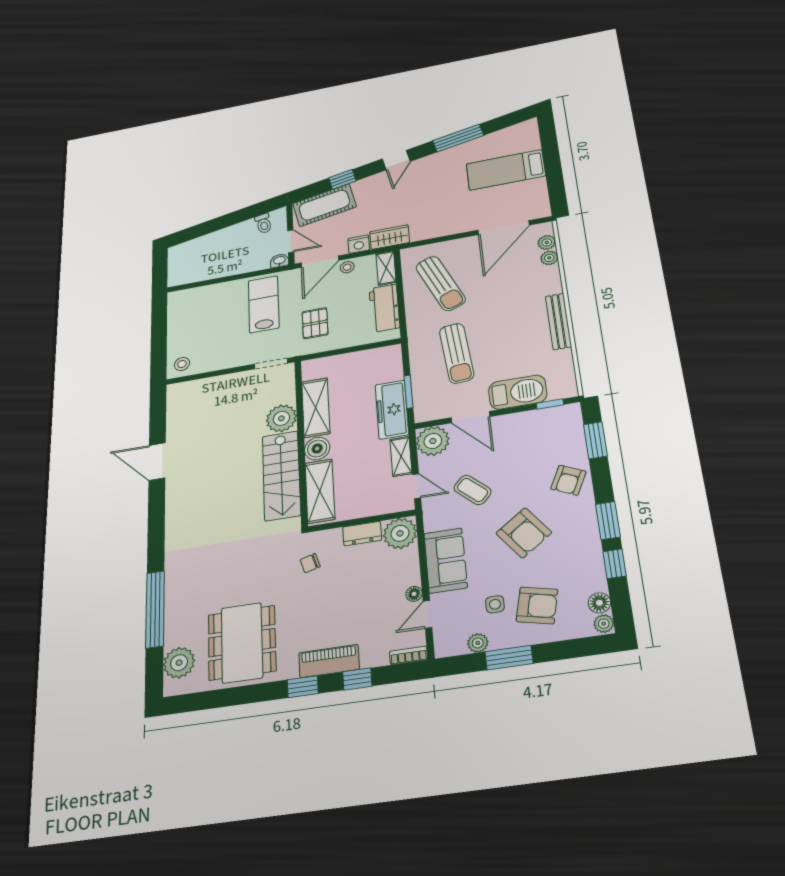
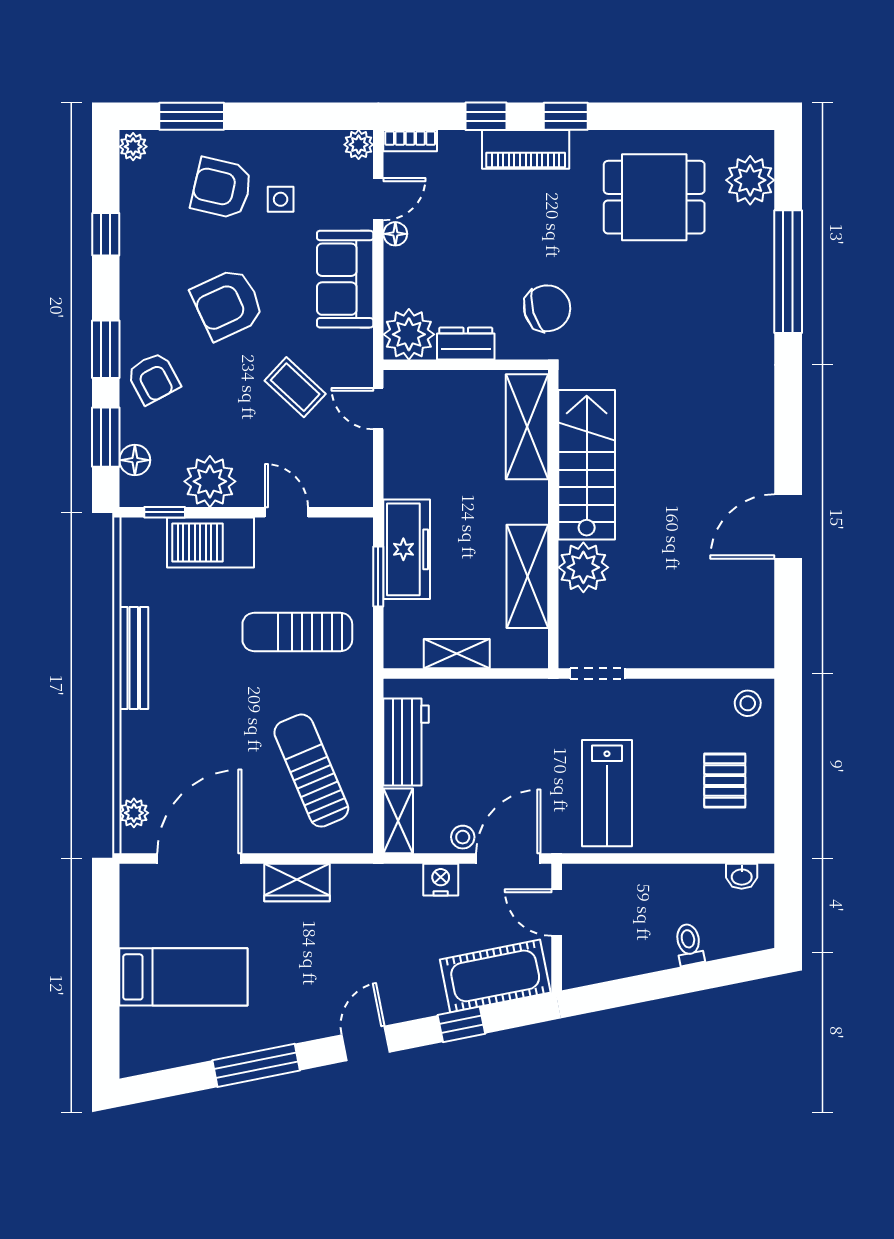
toilet: (263, 223) -> (689, 944), moved
wardrobe: (390, 237) -> (297, 883), moved
plant: (549, 258) -> (133, 782), removed
washbasin: (280, 261) -> (742, 876), moved
pallet: (315, 323) -> (725, 781), moved
sun lounger: (457, 353) -> (297, 632), turned -85
door: (470, 417) -> (287, 512), width x0.73
plant: (433, 441) -> (210, 481), moved
boiler: (317, 449) -> (528, 502), removed
shelving: (401, 456) -> (457, 654), moved, turned 90
door: (157, 462) -> (788, 526), swing flipped
armchair: (568, 480) -> (153, 378), turned 127
window: (608, 521) -> (106, 349), moved
armchair: (524, 533) -> (228, 304), turned -79
chair: (310, 563) -> (547, 308), width x1.87, depth x1.87
floor lamp: (599, 603) -> (135, 460), moved
dining table: (242, 643) -> (654, 197), width x0.73
plant: (478, 643) -> (359, 145), moved
window: (509, 658) -> (192, 116), moved

